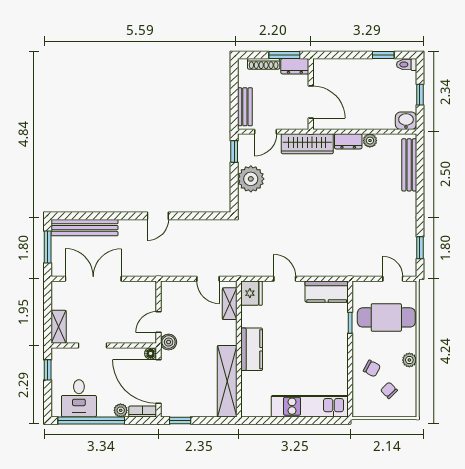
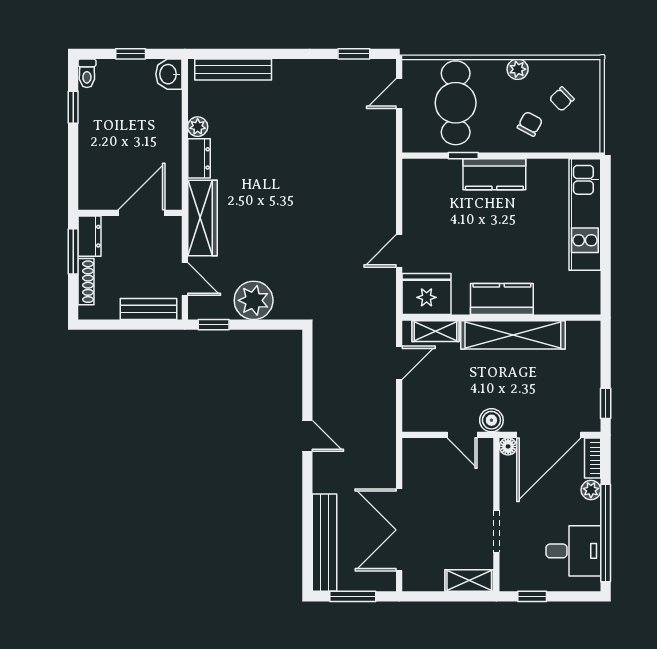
kitchen counter: (327, 292) -> (494, 174), moved, turned 90
fridge: (252, 293) -> (427, 294), width x1.36, depth x1.34
shelving: (227, 381) -> (513, 335), moved

